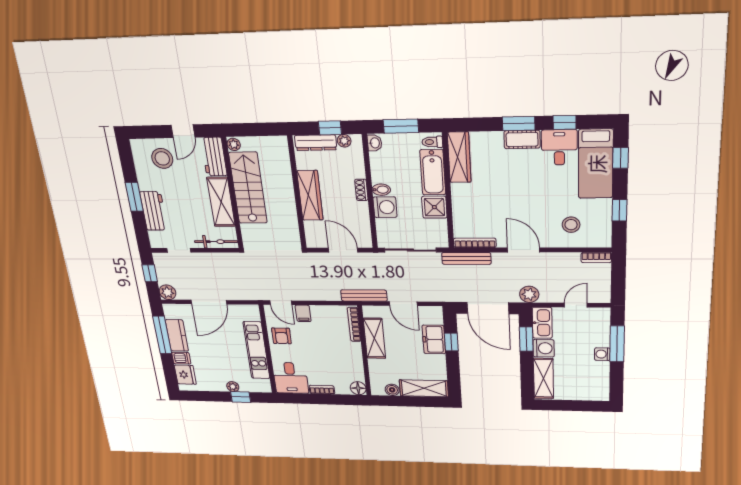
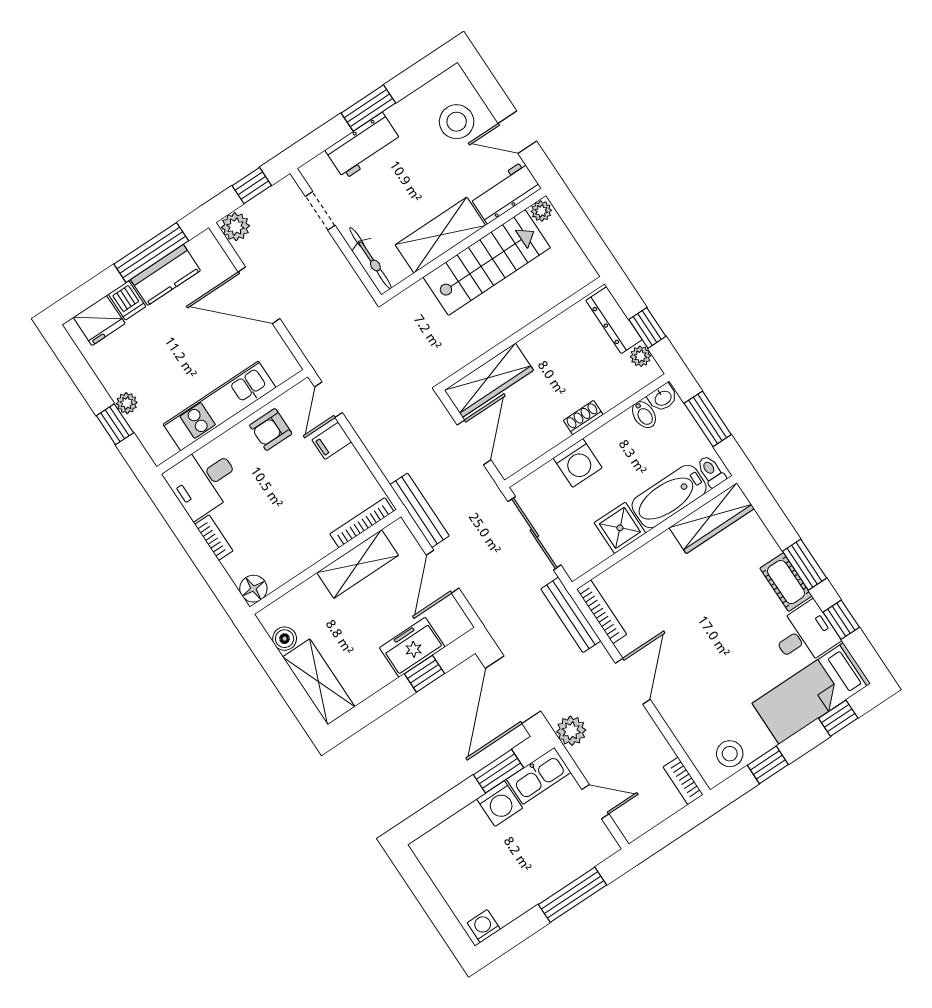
bidet: (381, 190) -> (644, 415), moved
wardrobe: (310, 195) -> (489, 380), moved
stool: (571, 225) -> (730, 754), moved
washing machine: (602, 354) -> (484, 926), moved
shelving: (544, 378) -> (451, 835), removed

